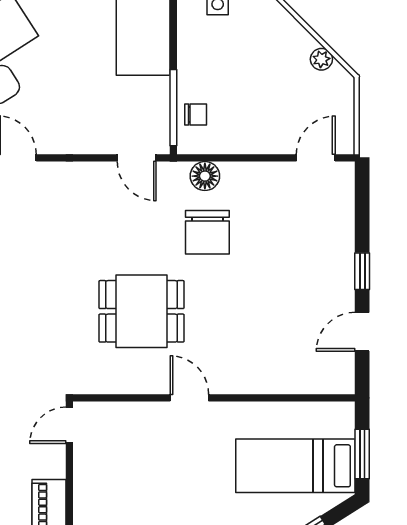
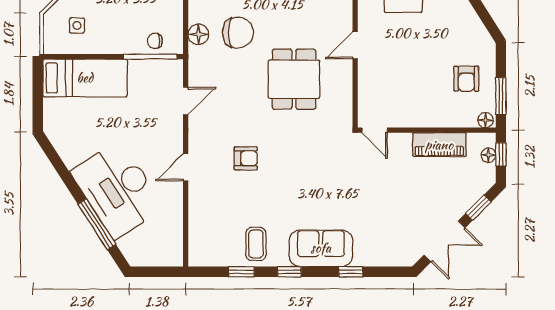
chair: (196, 115) -> (155, 41), turned -90
door: (137, 158) -> (186, 101), moved
armchair: (30, 243) -> (246, 158), added

